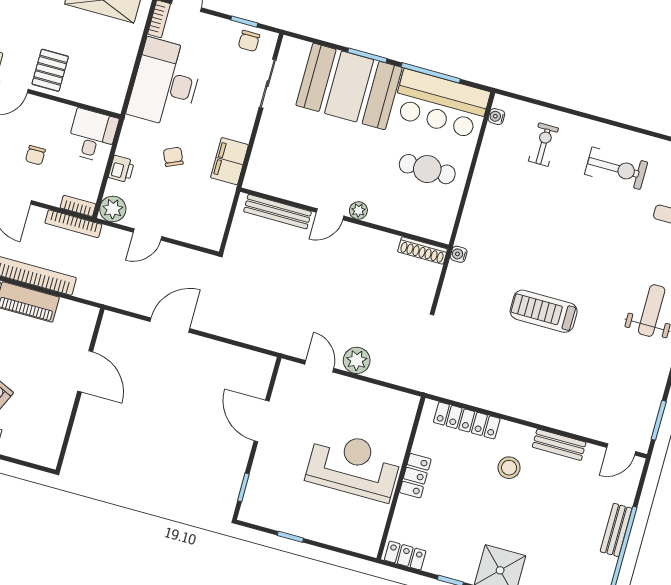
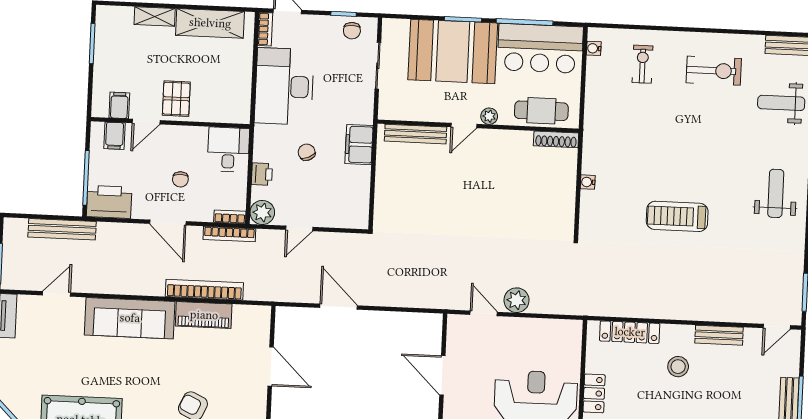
plant: (358, 210) -> (489, 116), moved
bench: (278, 212) -> (416, 134), moved
door: (330, 214) -> (464, 125), moved
wall: (345, 218) -> (478, 126), moved
shoe rack: (423, 250) -> (556, 139), moved
door: (170, 325) -> (339, 307), hinge flipped

